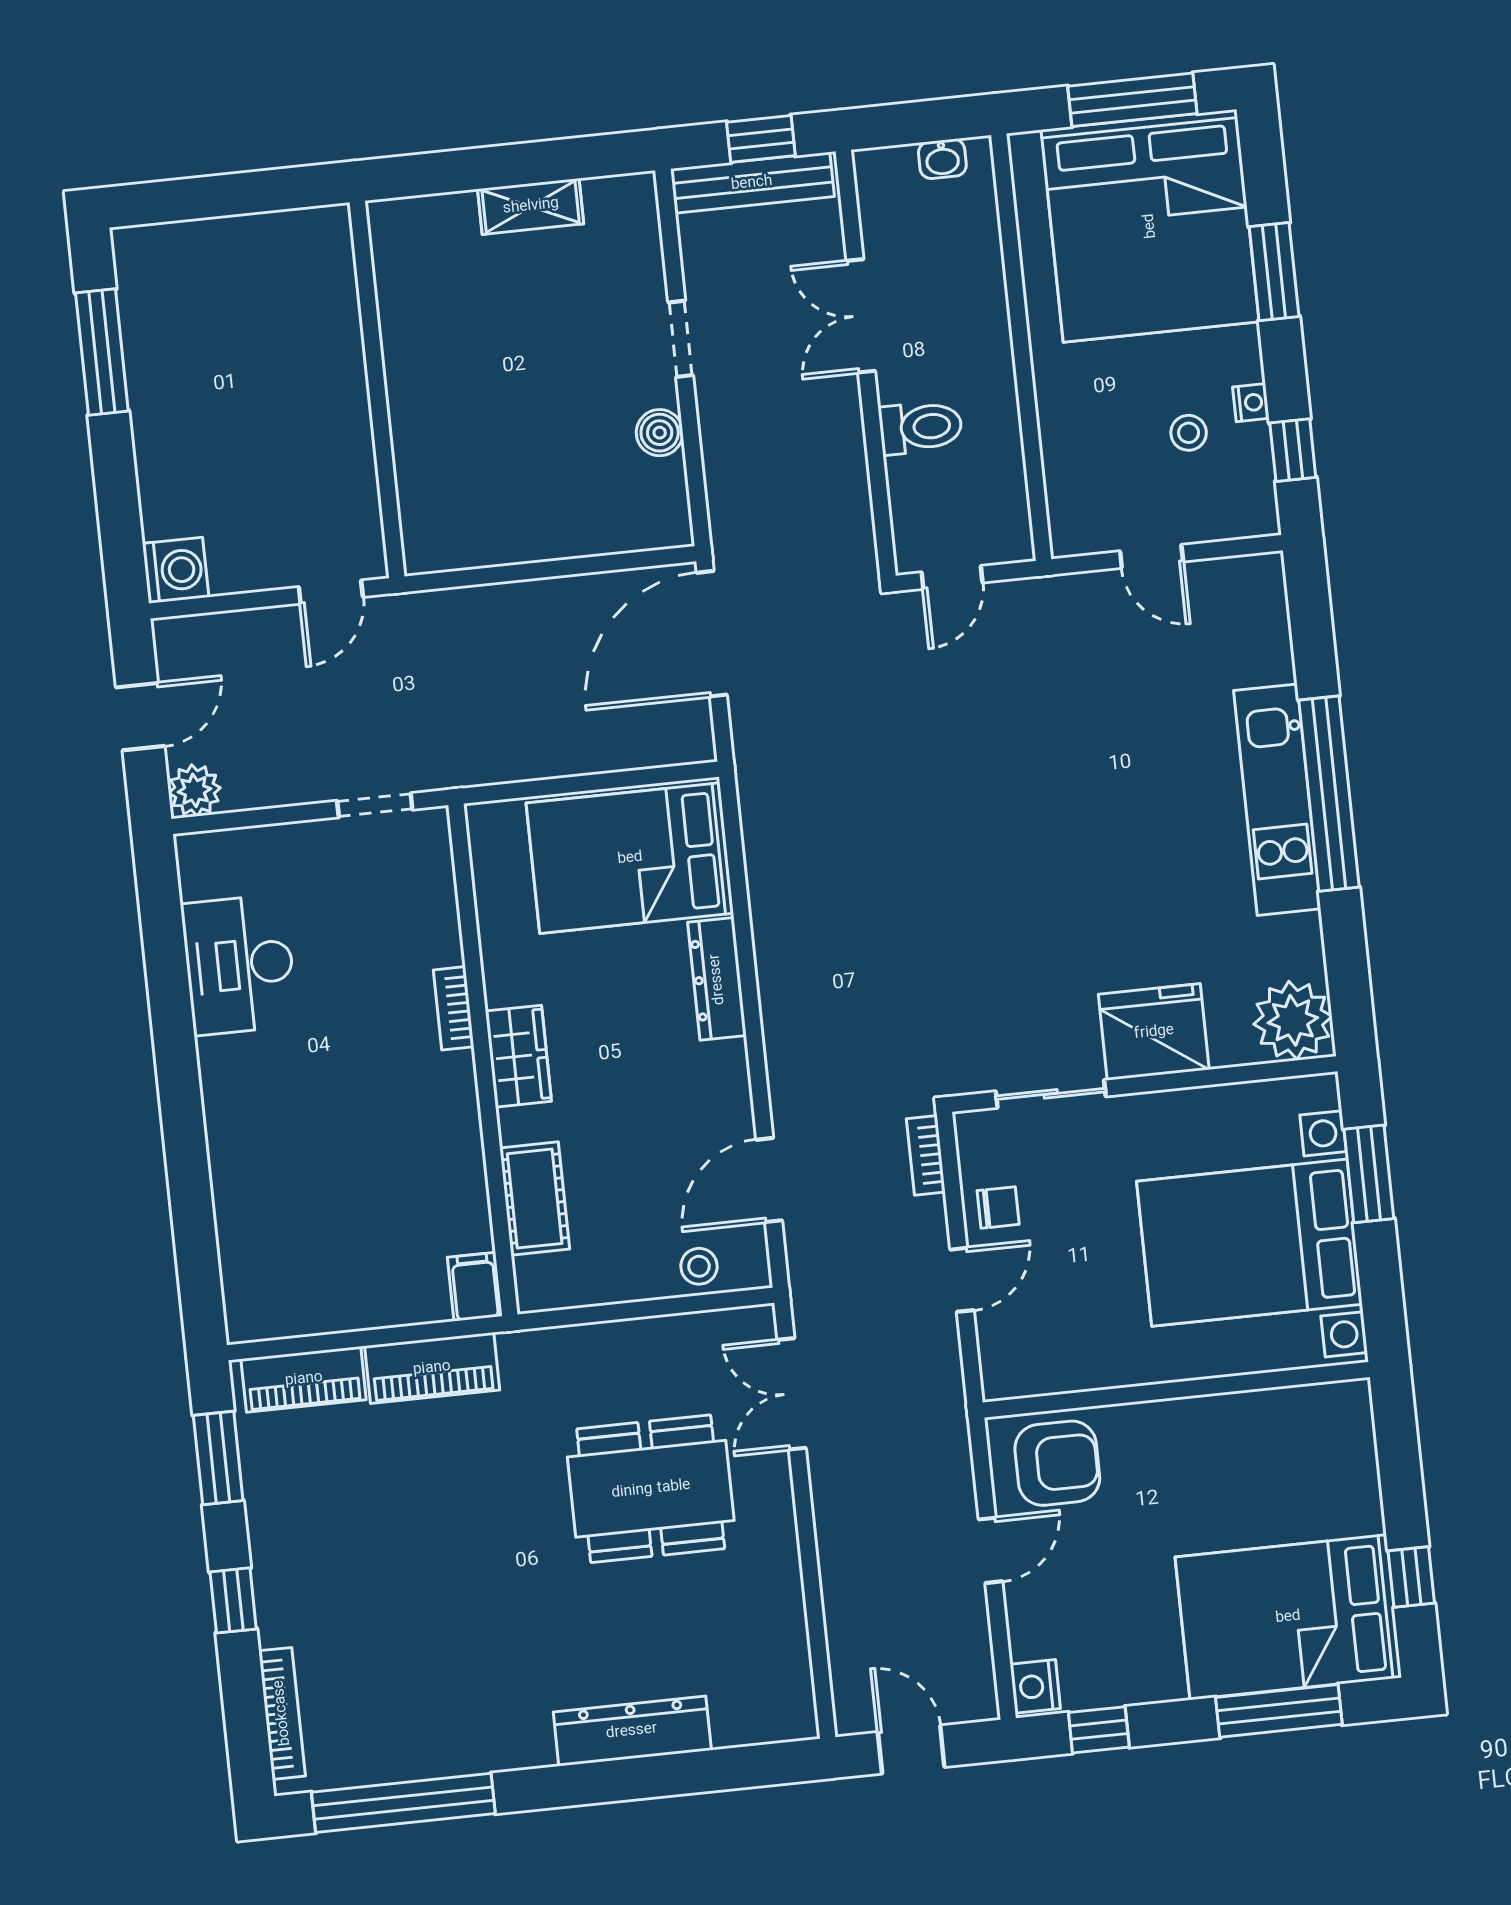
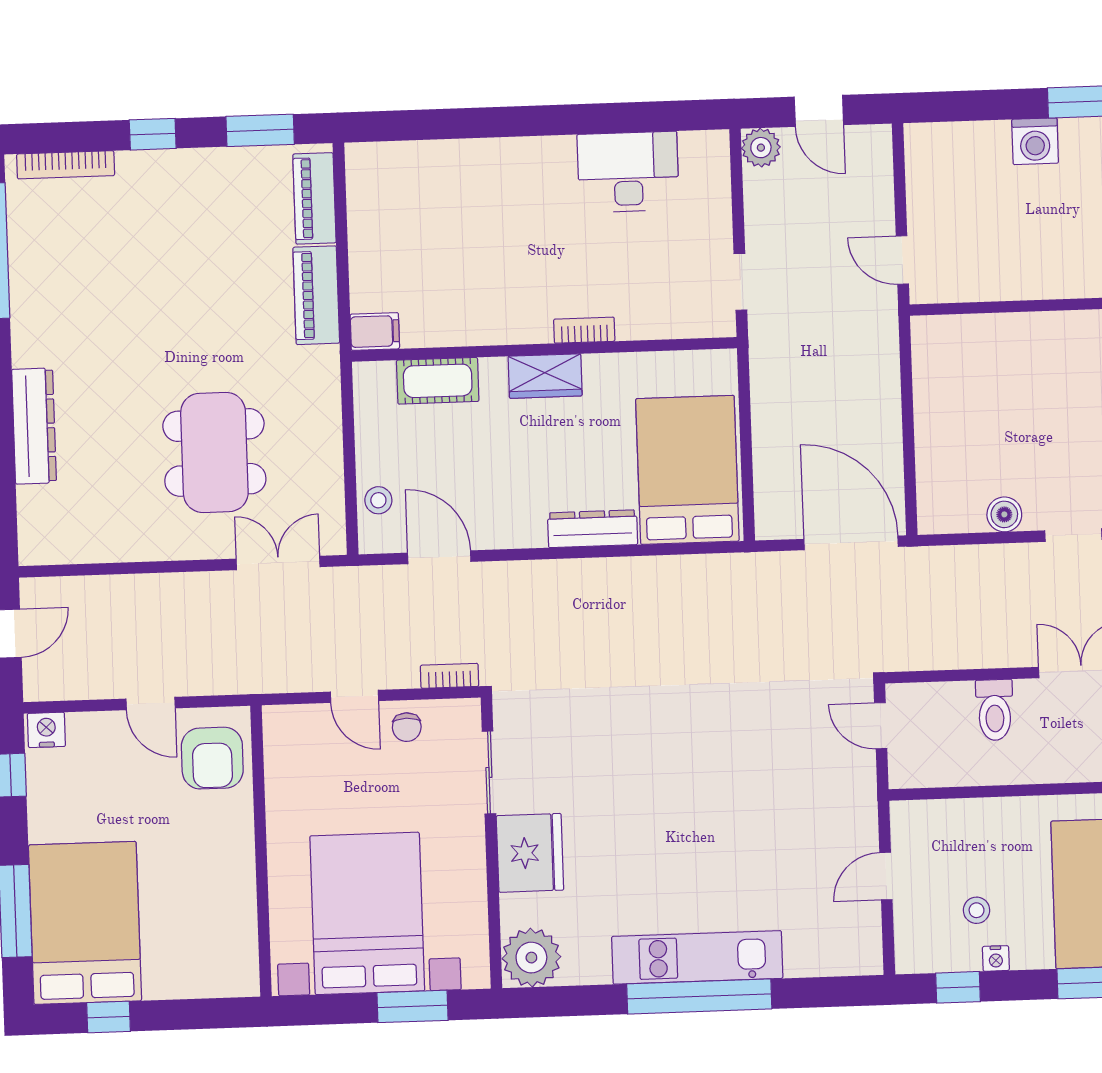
washing machine: (176, 570) -> (1035, 141), moved

